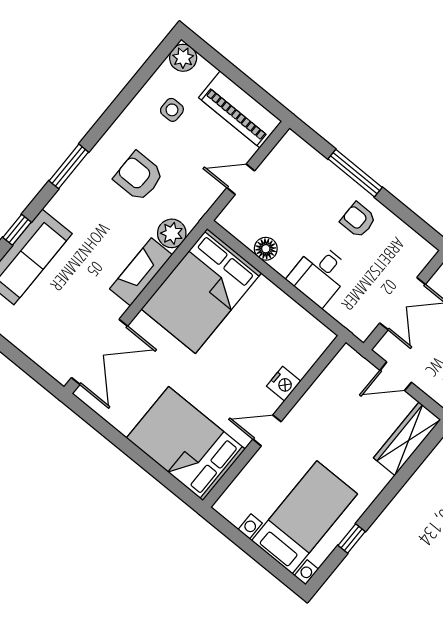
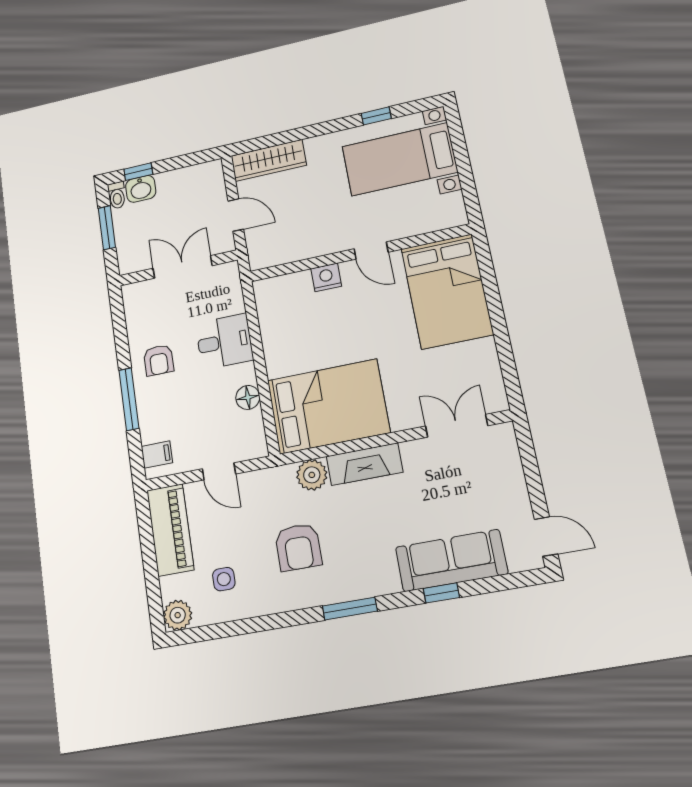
filing cabinet: (297, 152) -> (157, 455), added
double door: (99, 352) -> (457, 426), width x0.73

